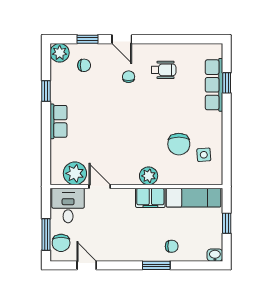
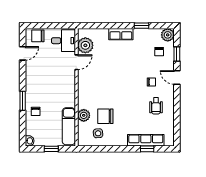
door: (122, 39) -> (177, 77), hinge flipped
plant: (149, 176) -> (84, 115), moved
filing cabinet: (150, 198) -> (69, 97), removed
window: (46, 234) -> (44, 26), removed

